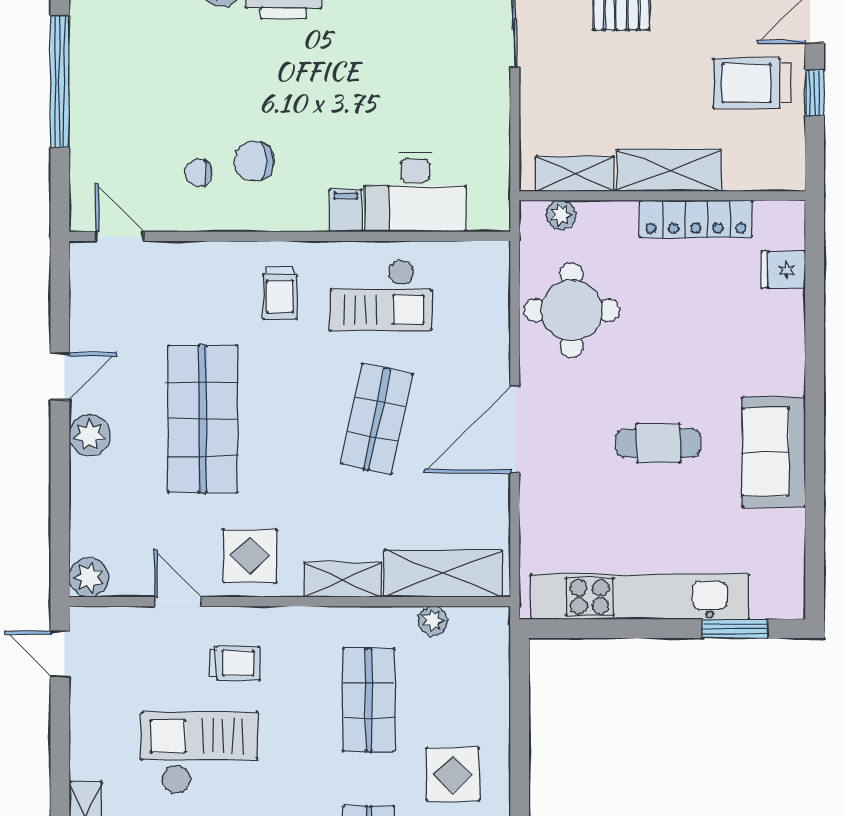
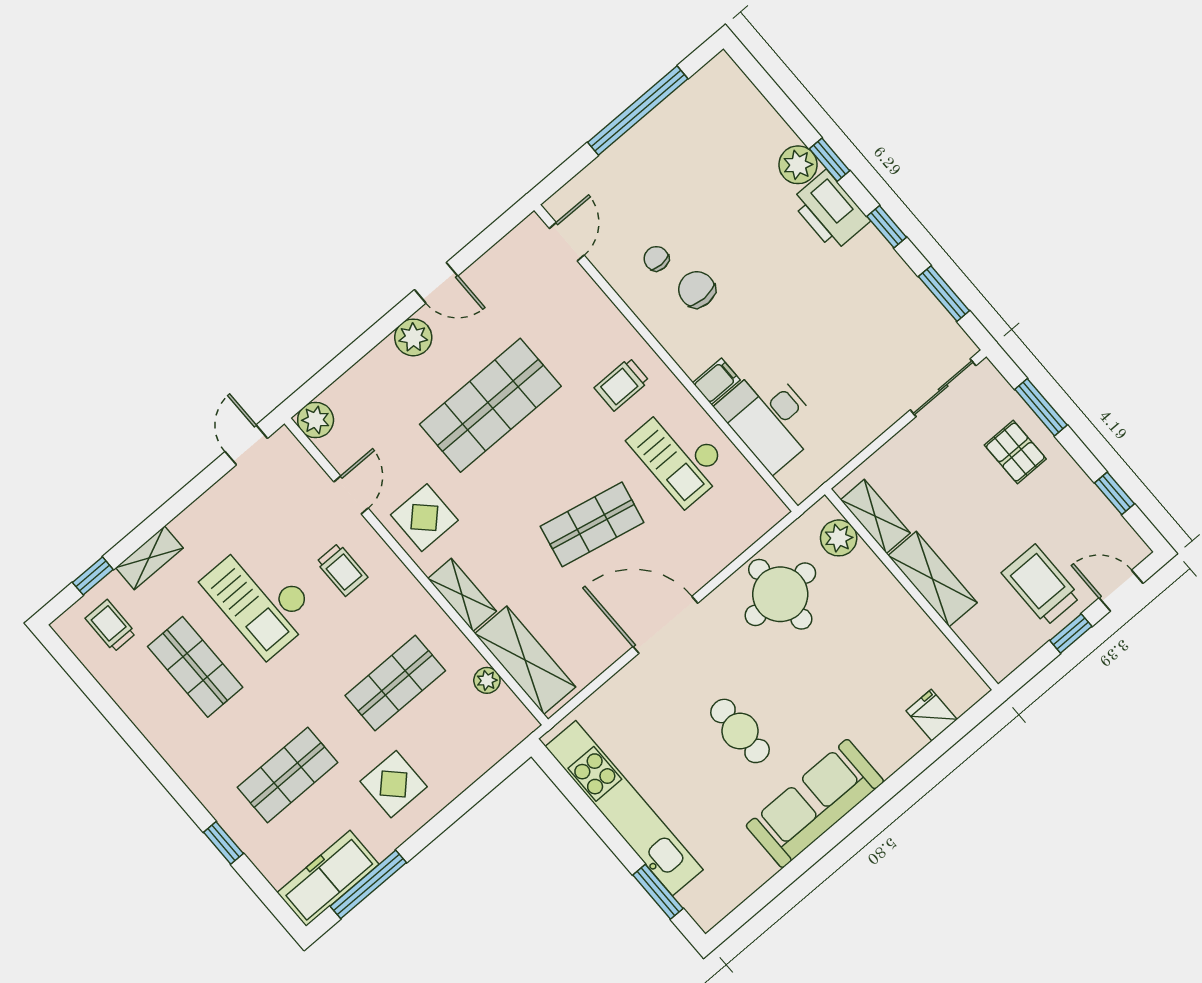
plant: (561, 215) -> (839, 538), width x1.38, depth x1.38
locker: (696, 219) -> (915, 626), removed
sofa: (774, 452) -> (815, 803), width x1.36
checkout: (200, 753) -> (260, 598), turned 180

